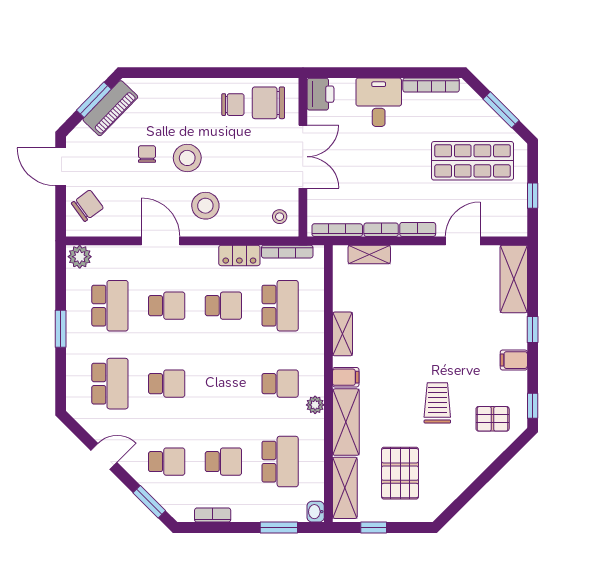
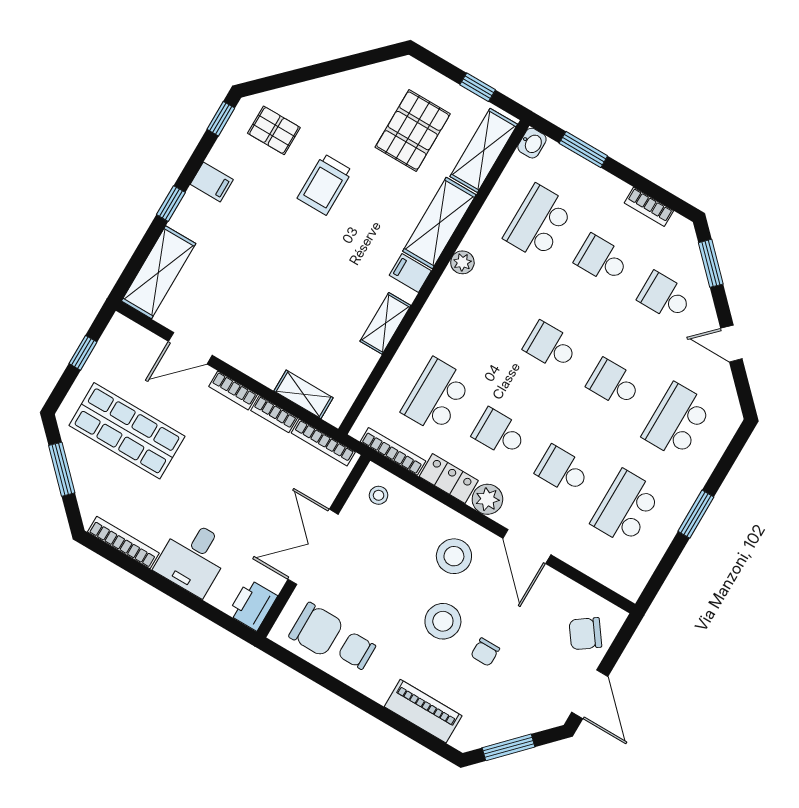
piano: (110, 108) -> (423, 711), moved, turned 46
plant: (80, 257) -> (487, 499), moved
school desk: (280, 384) -> (551, 346), moved

